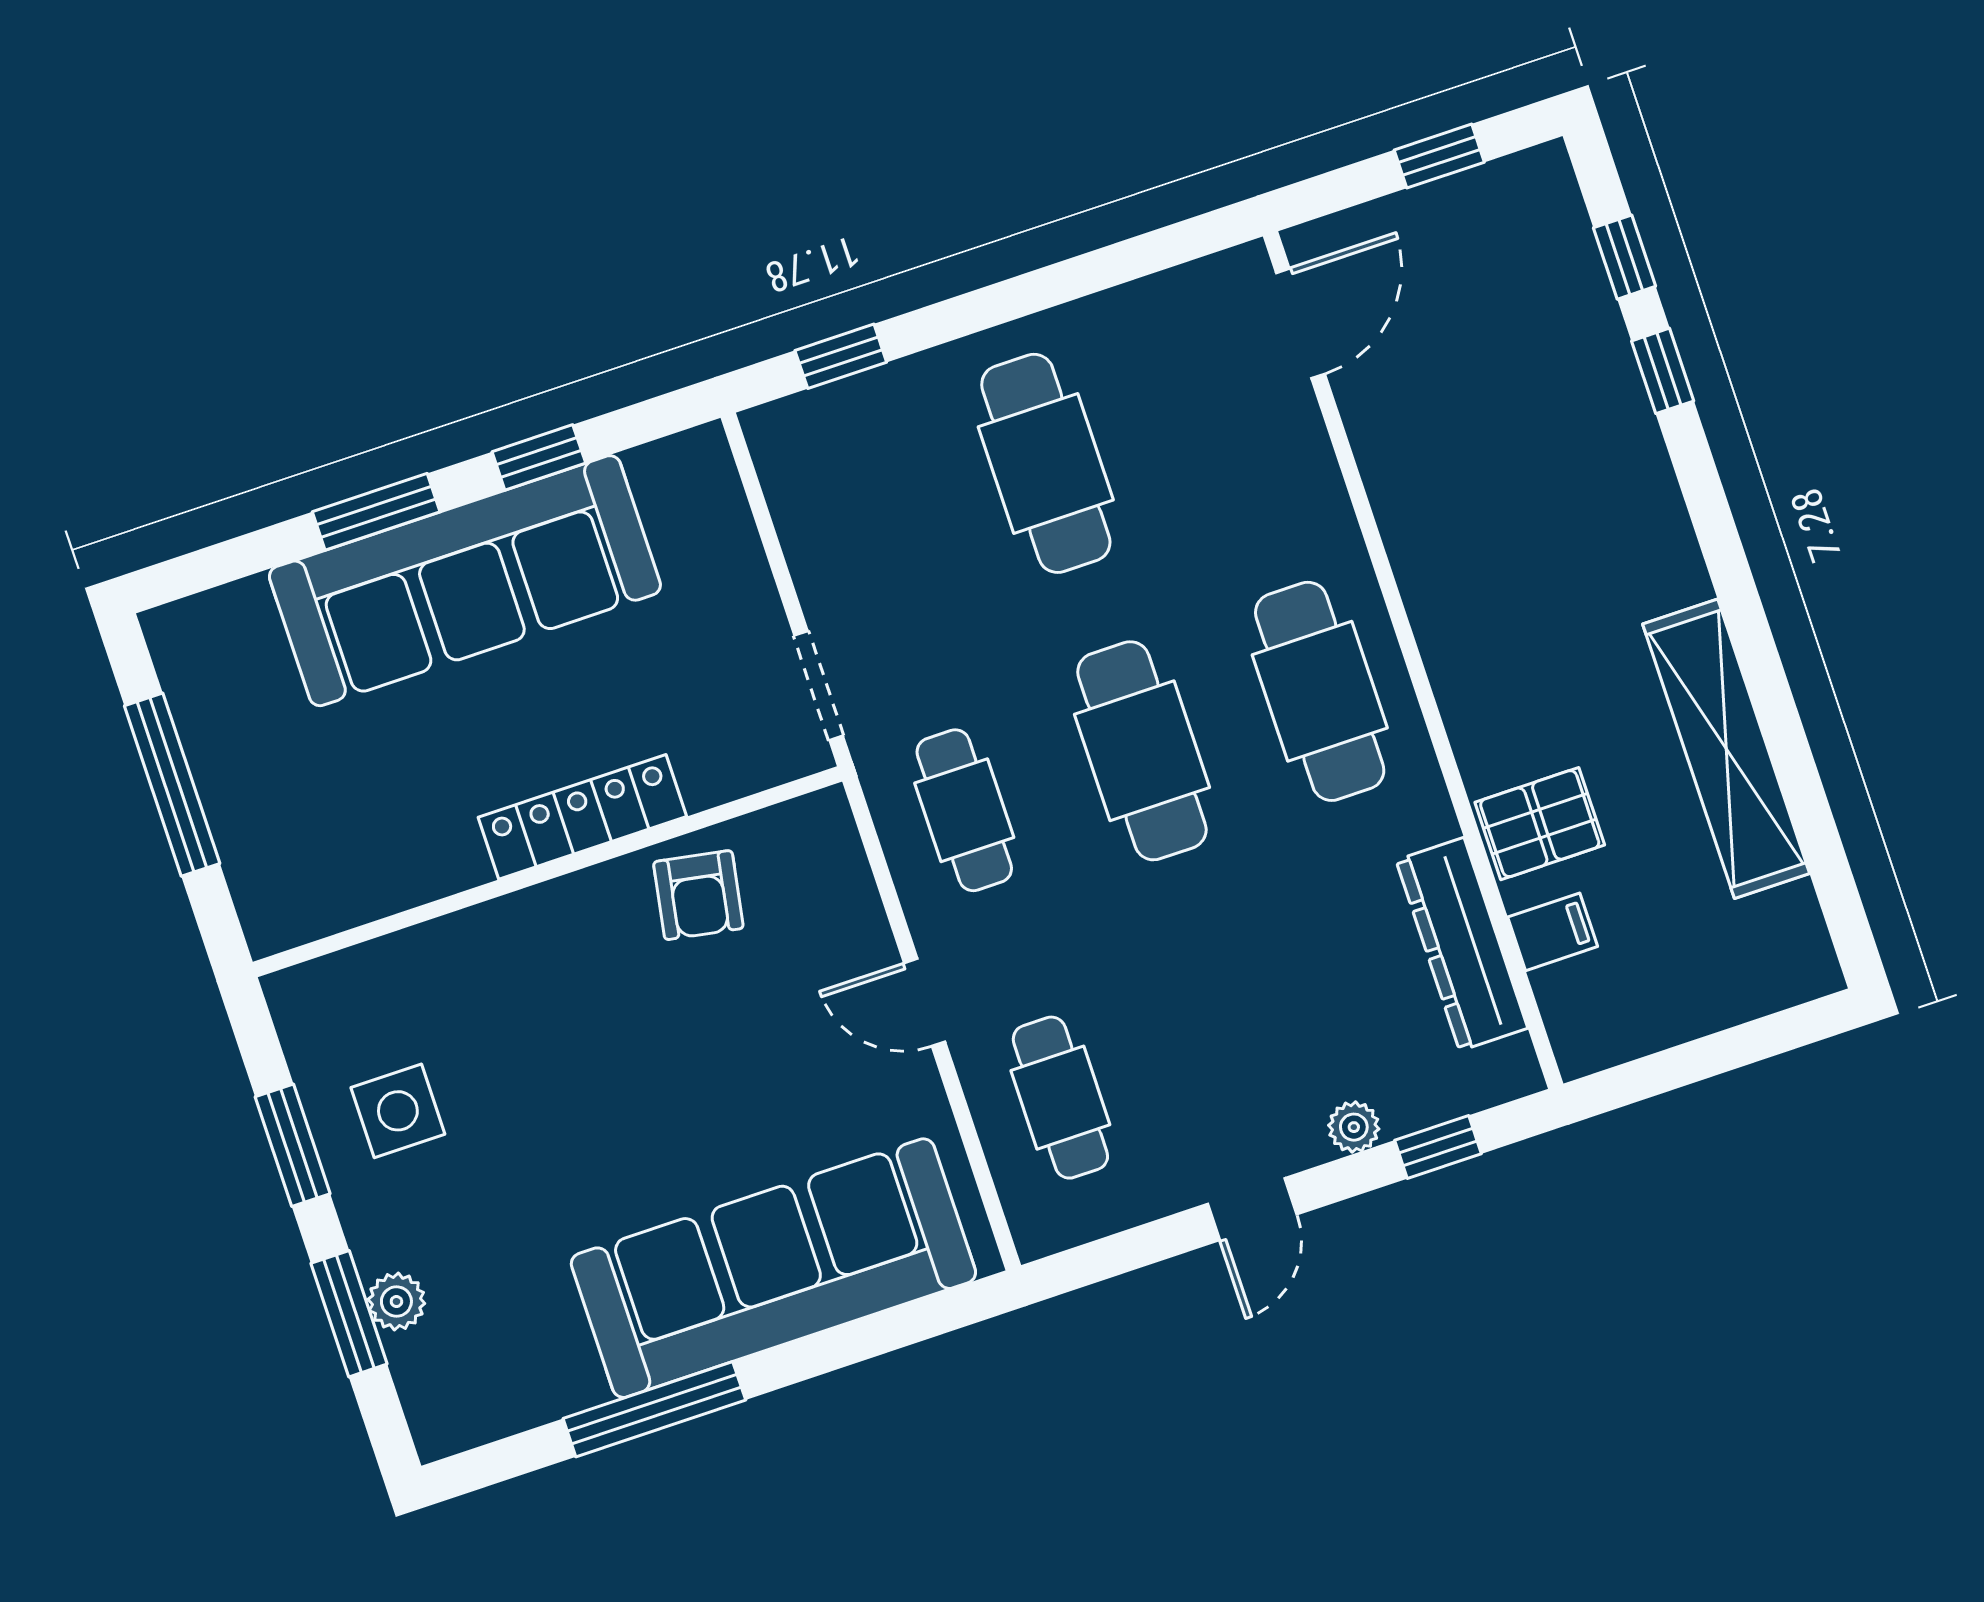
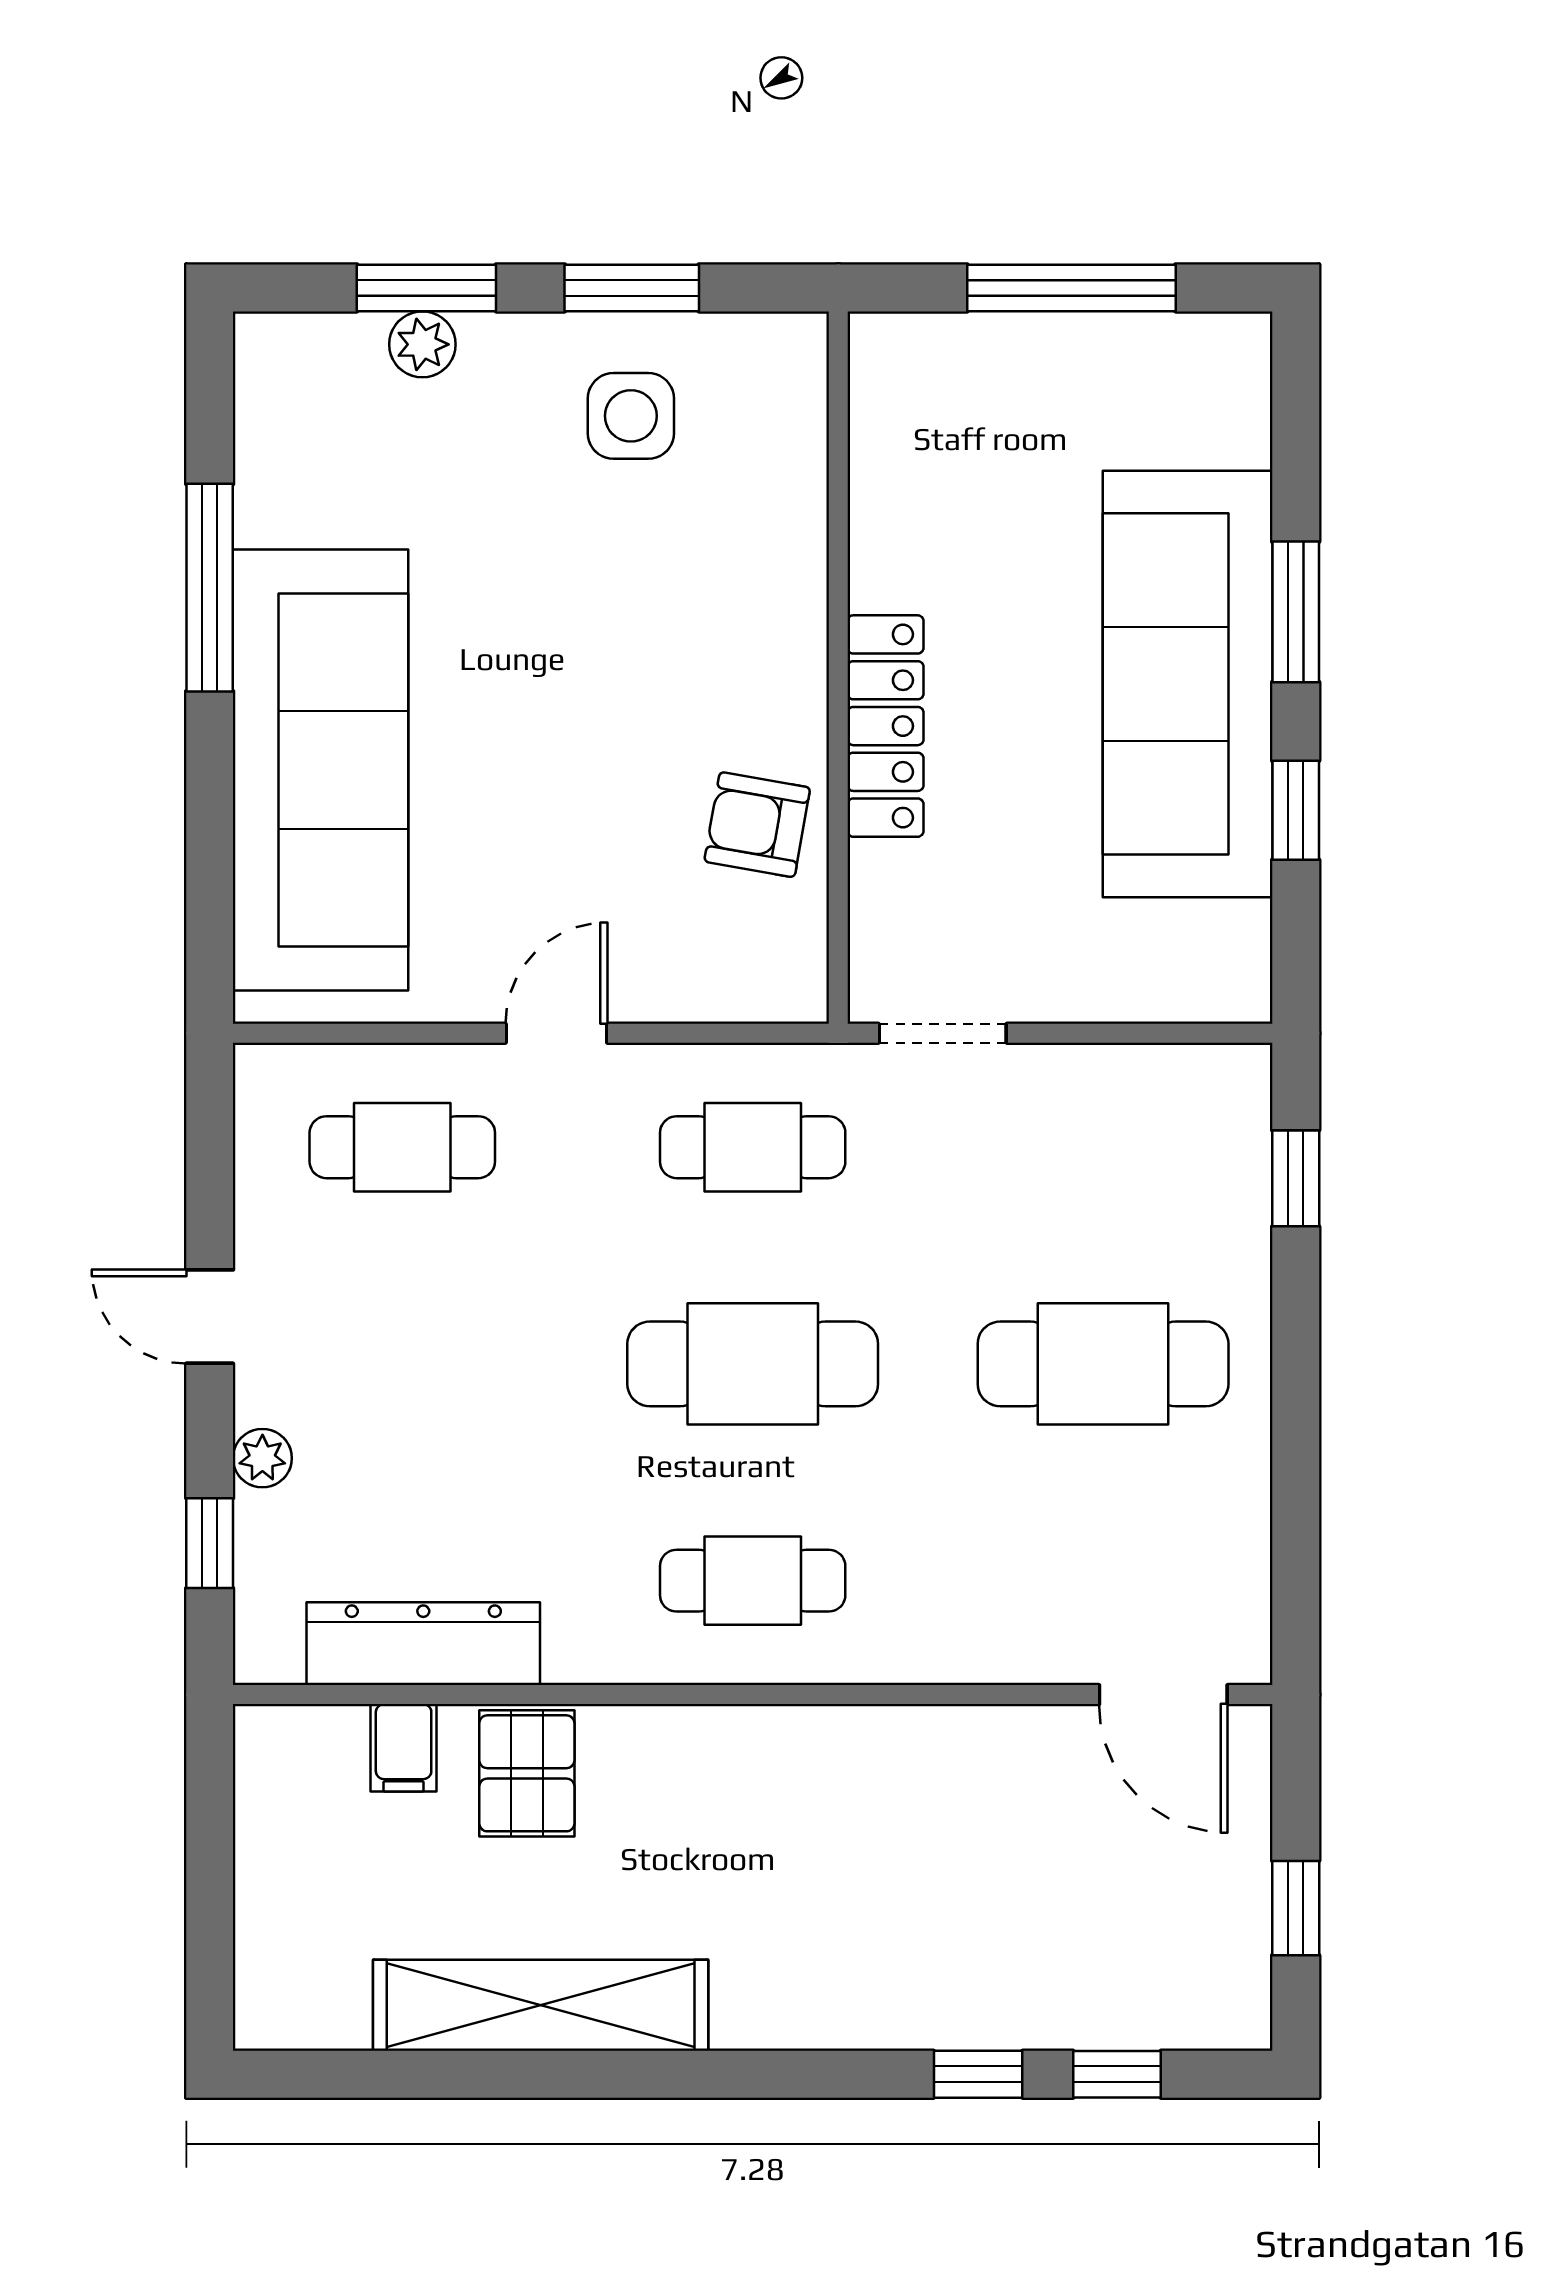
cafe table: (1320, 691) -> (753, 1581), width x0.73, depth x0.74

